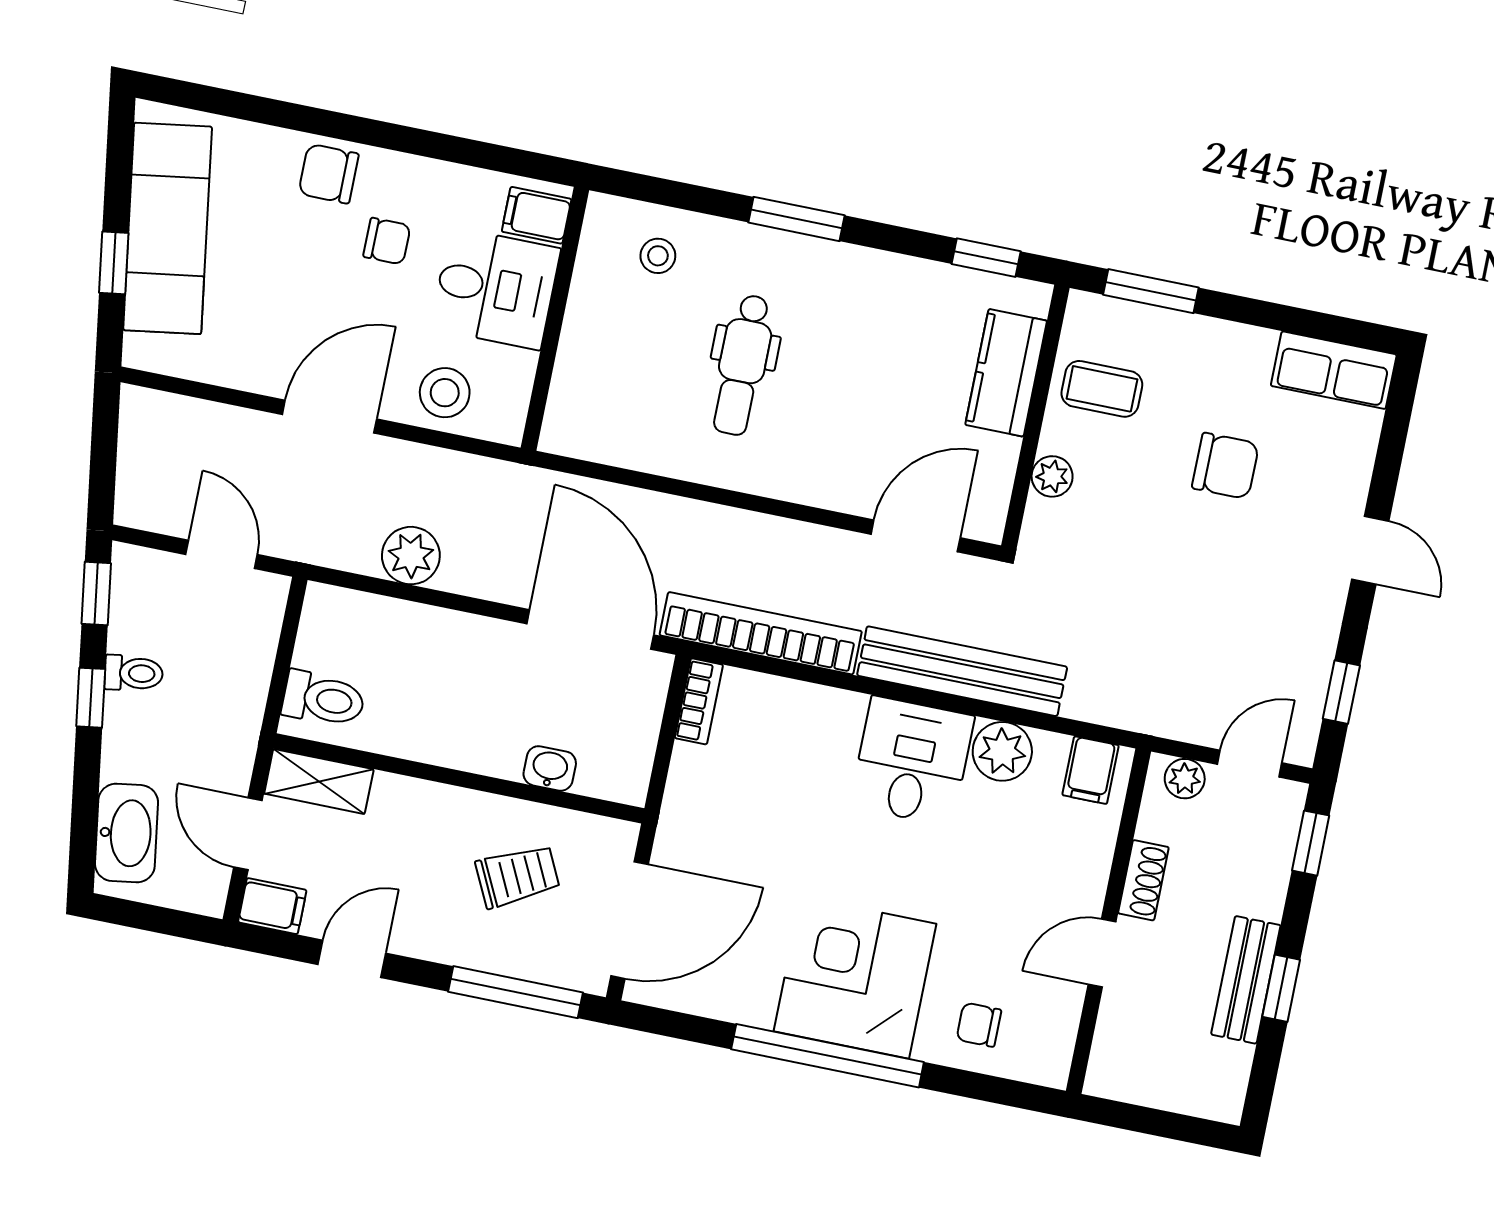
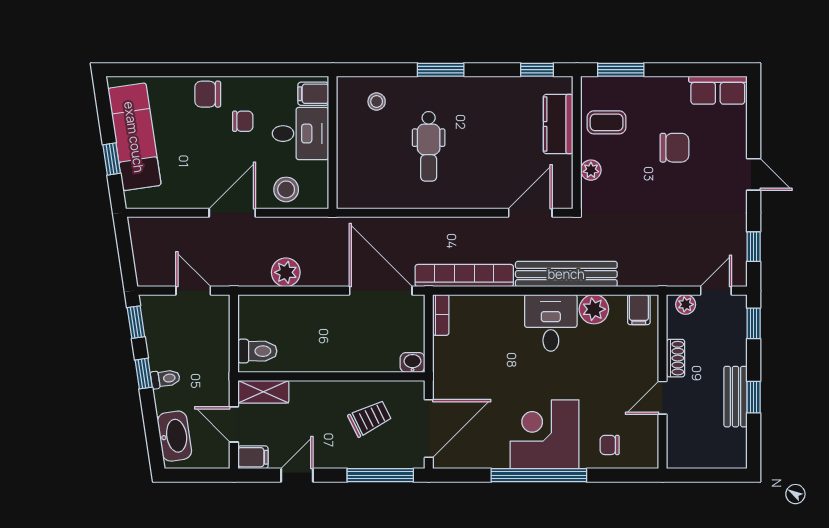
toilet: (134, 673) -> (165, 379), moved
washbasin: (550, 768) -> (413, 362), moved

